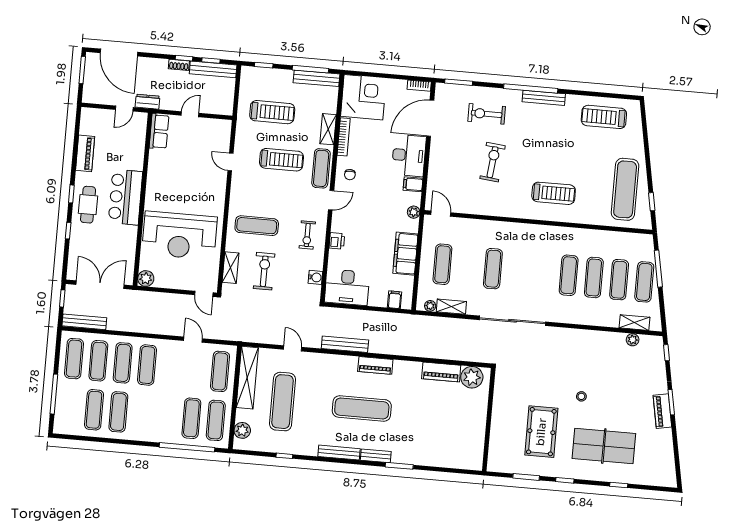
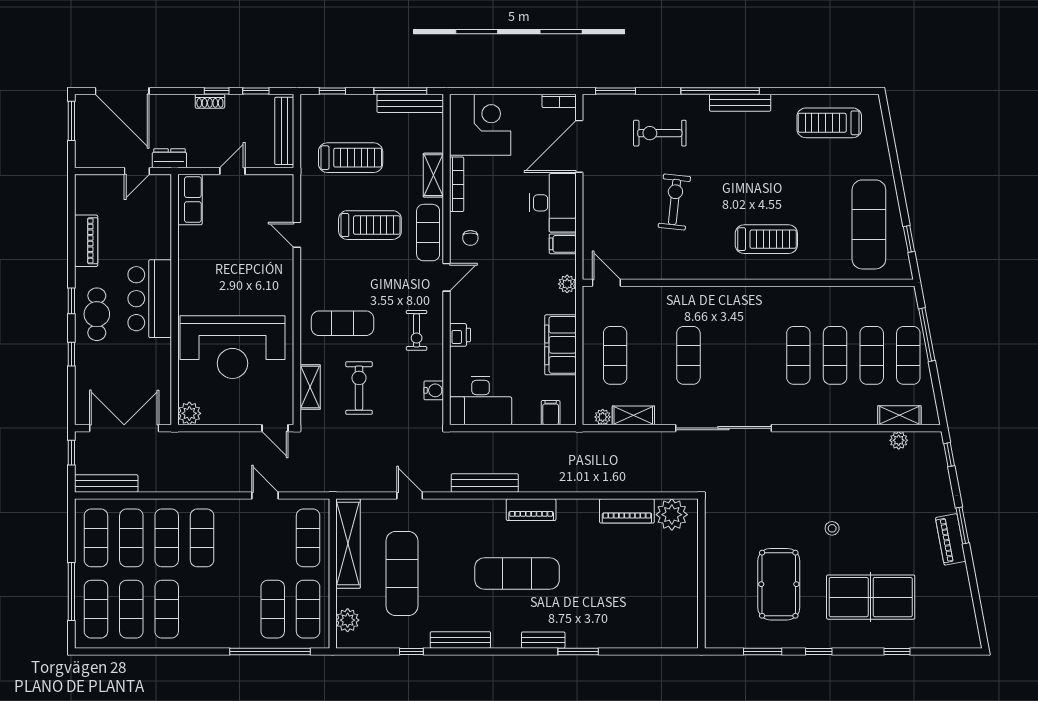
bench: (213, 69) -> (284, 131), moved, turned 90
exercise mat: (70, 408) -> (96, 609), added
bench: (339, 453) -> (460, 640), moved

